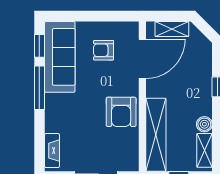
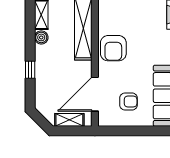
armchair: (121, 112) -> (113, 48), turned 180

